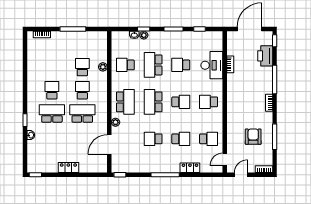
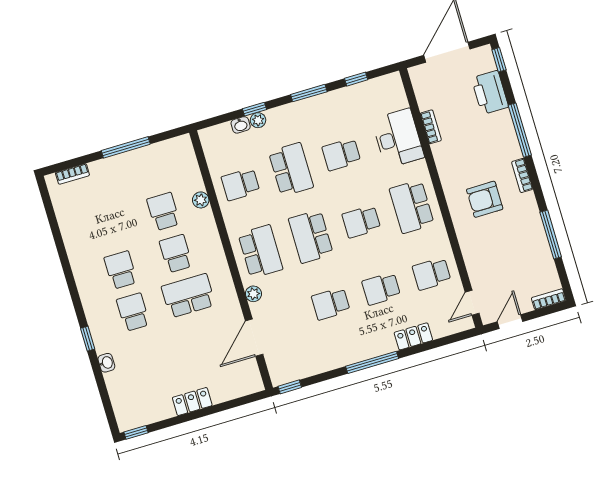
school desk: (153, 65) -> (291, 169), turned 180
school desk: (181, 102) -> (361, 222), turned 180
school desk: (209, 102) -> (412, 207), width x1.85
school desk: (52, 113) -> (133, 312), width x0.54
armchair: (253, 137) -> (485, 199), moved, turned -90
school desk: (181, 139) -> (381, 289), turned 180
school desk: (209, 139) -> (432, 274), turned 180

